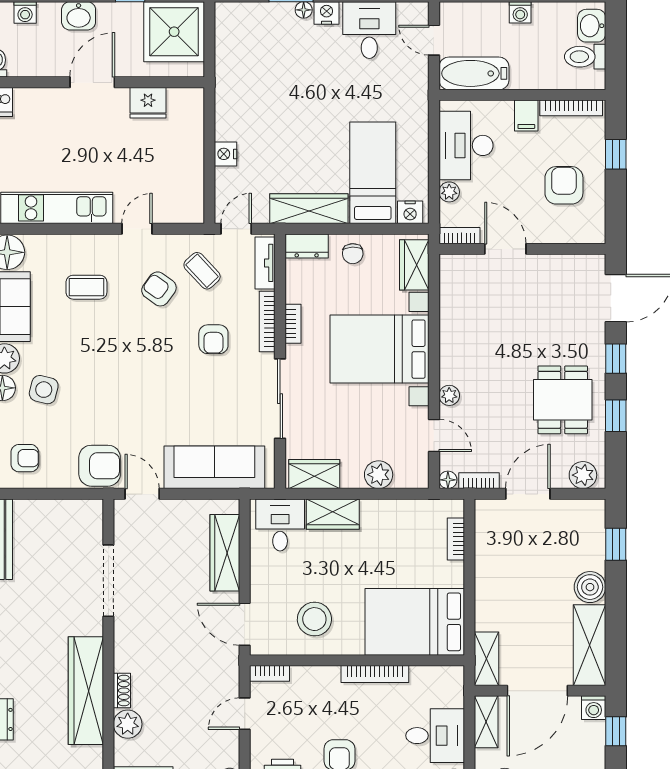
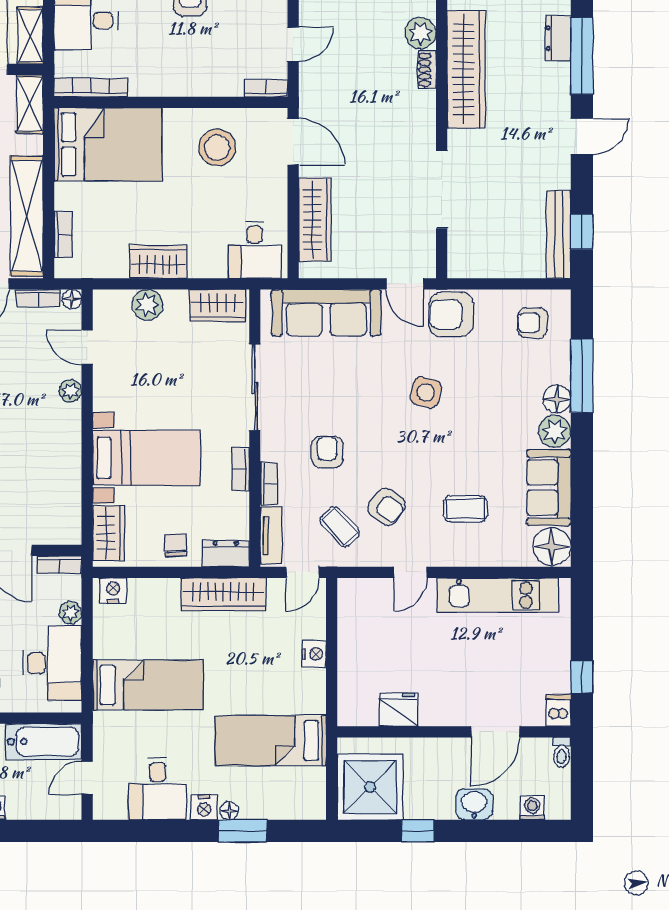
door: (434, 40) -> (87, 778), swing flipped
bed: (265, 74) -> (271, 741), added
door: (92, 82) -> (495, 732), moved
bed: (373, 173) -> (148, 685), moved, turned -90
bookcase: (267, 321) -> (269, 483), width x0.64
bed with nightstands: (379, 349) -> (146, 458), width x0.73
side table: (44, 390) -> (426, 393), moved
wardrobe: (333, 514) -> (158, 262), moved
shelving: (489, 556) -> (27, 216), added
bookcase: (375, 674) -> (91, 88), moved

